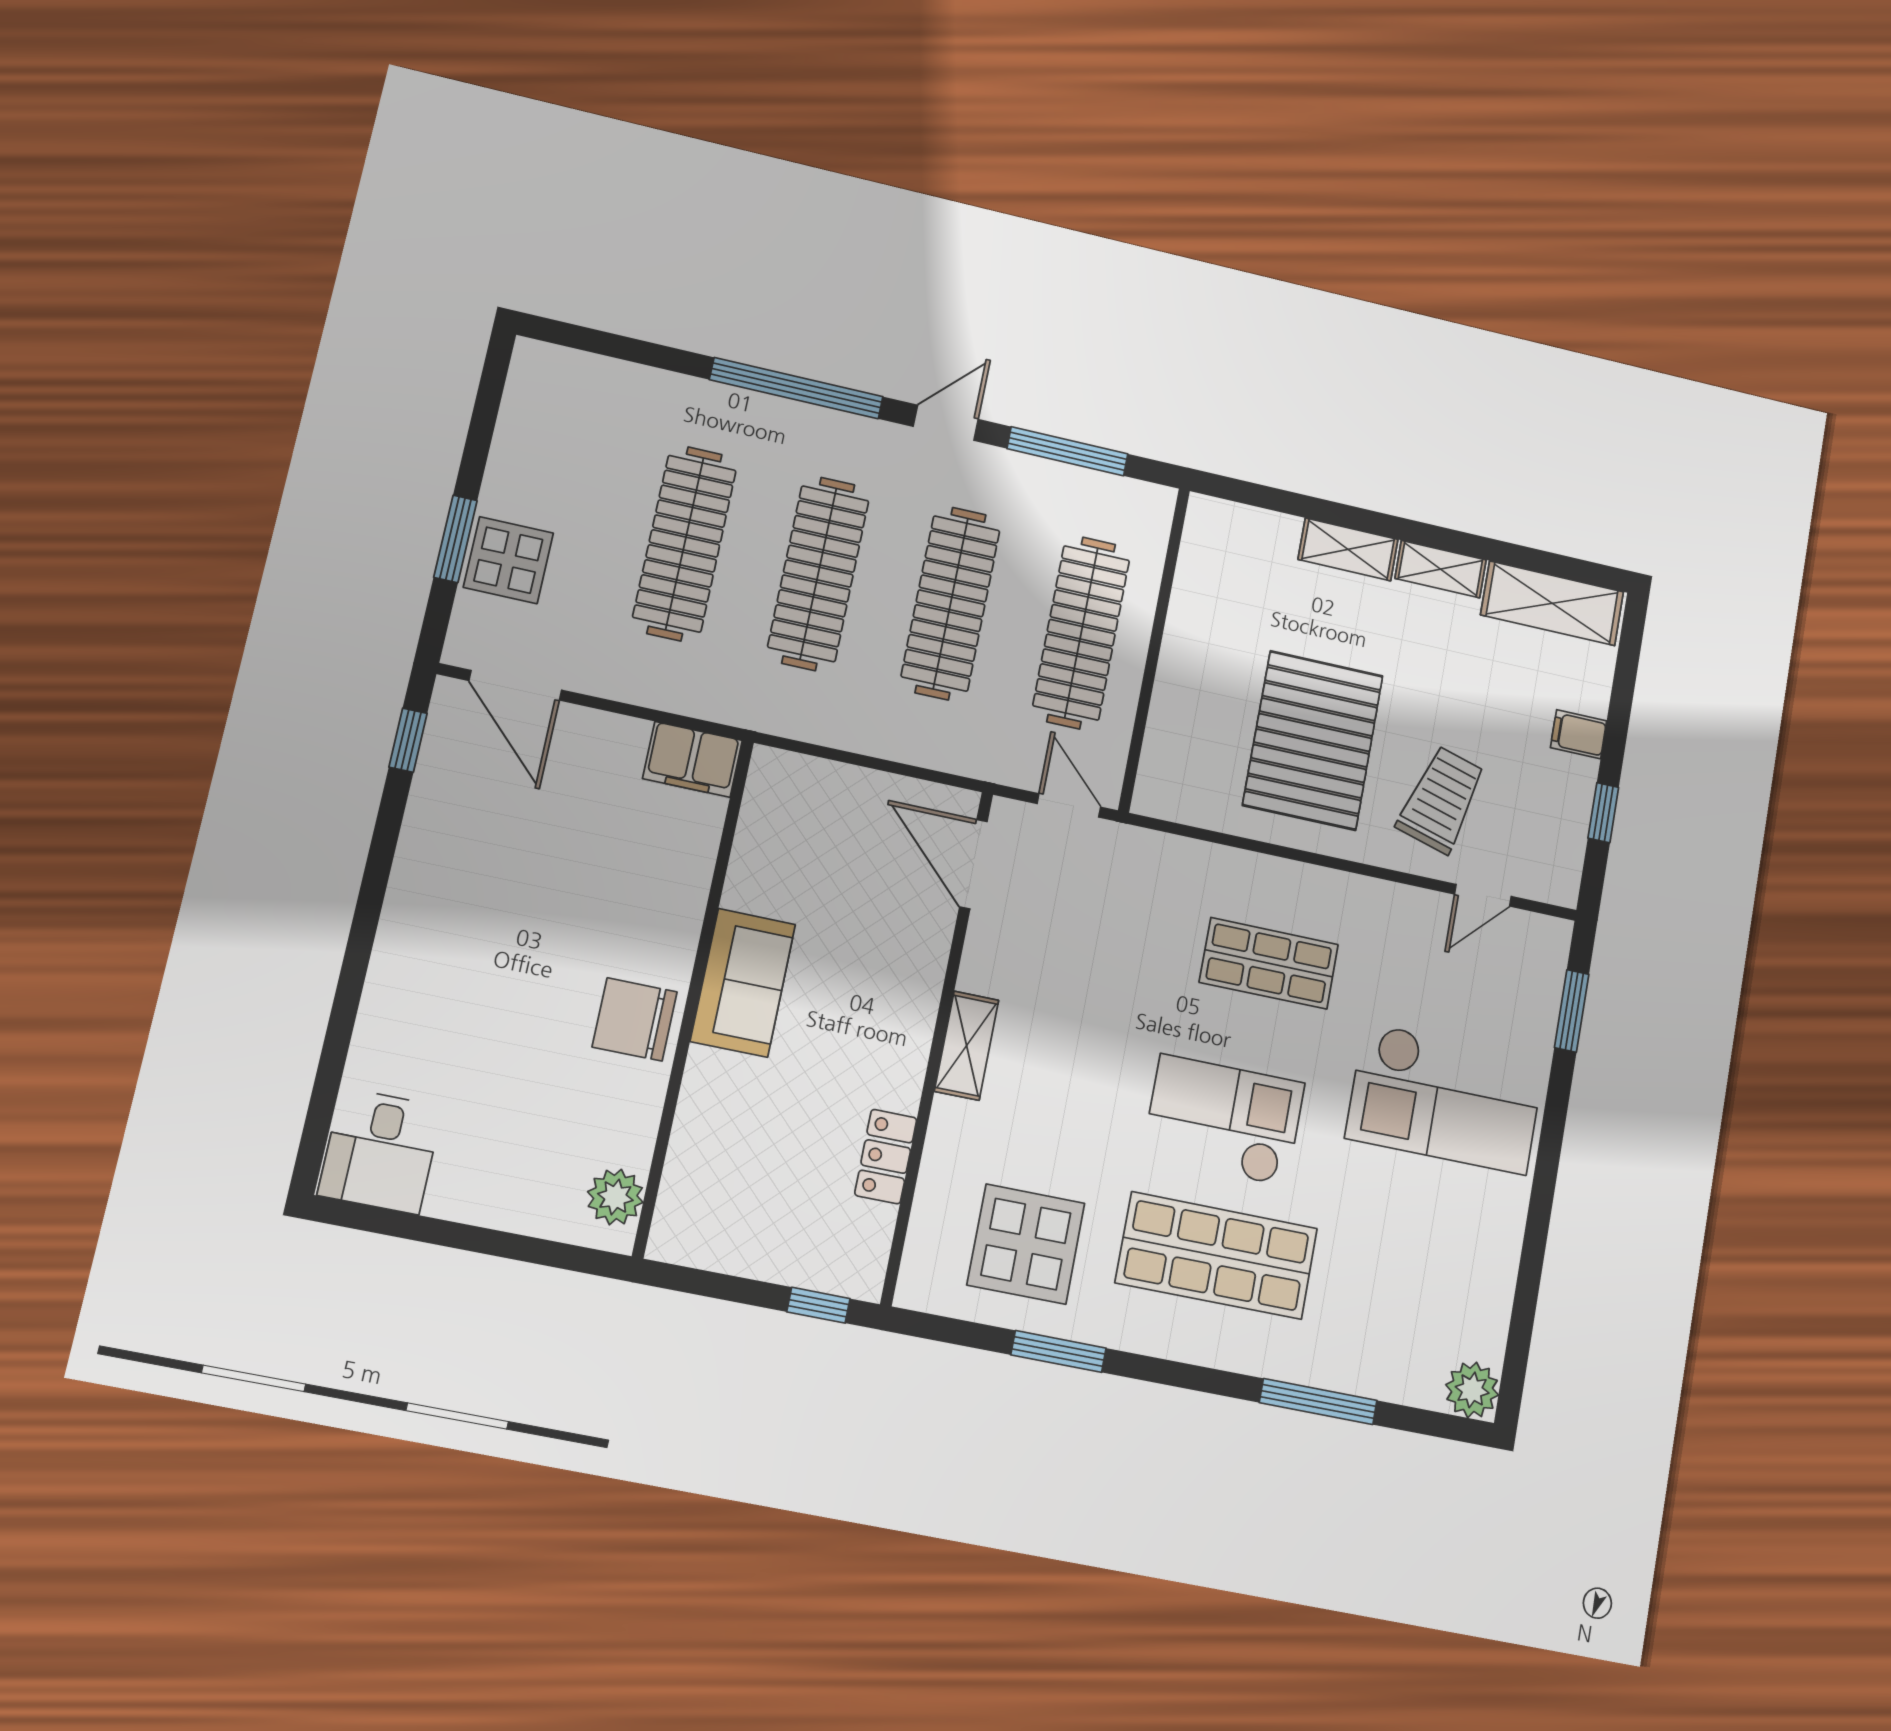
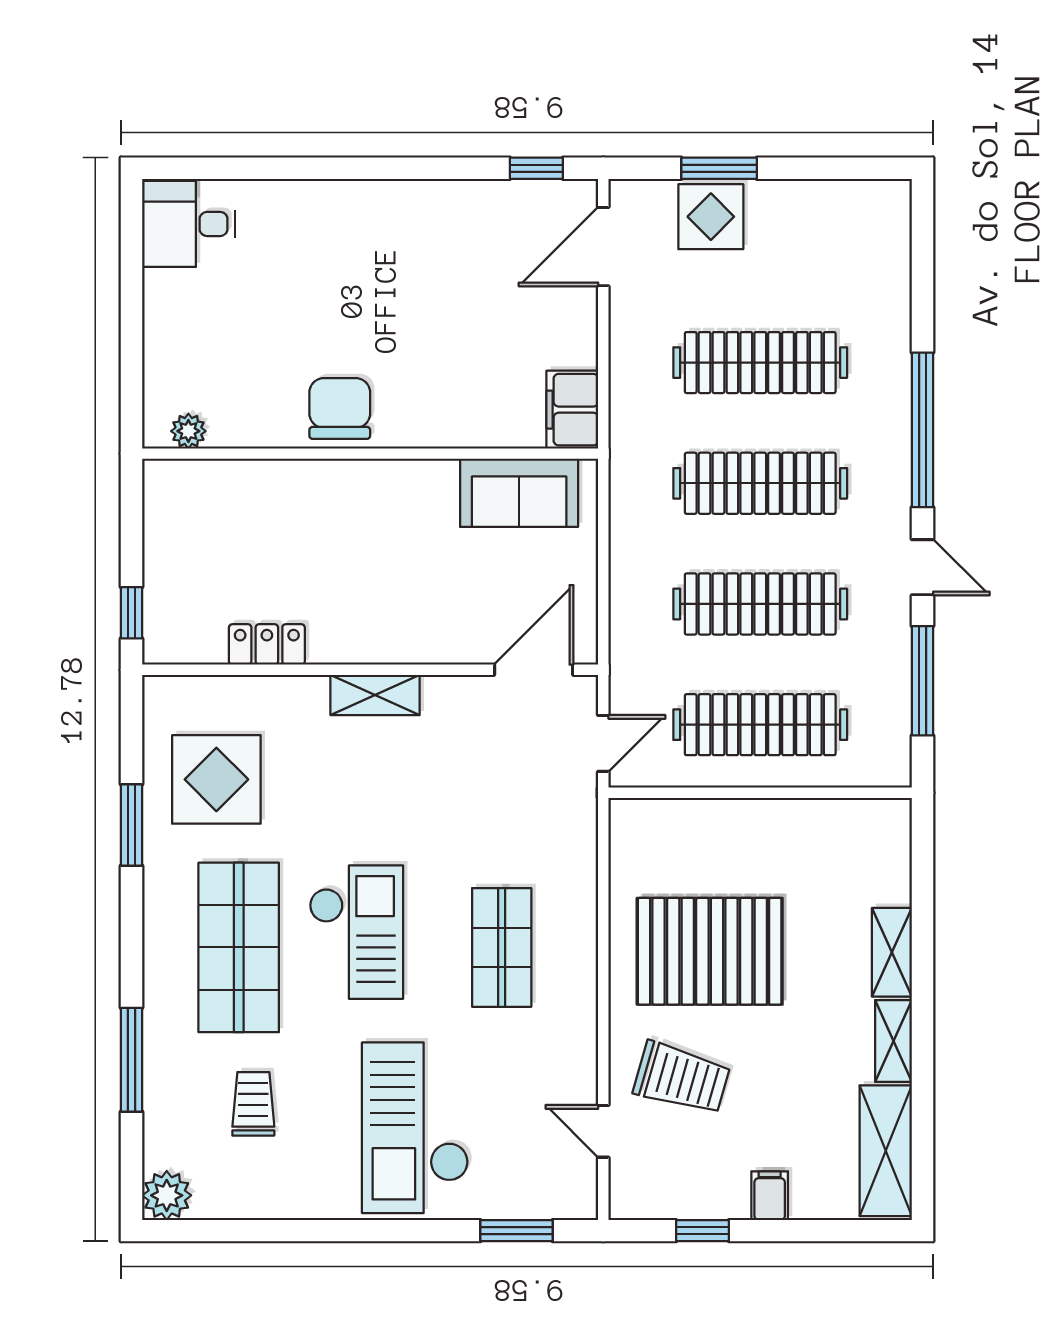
sofa: (743, 983) -> (519, 493), moved
plant: (615, 1197) -> (188, 431), width x0.73, depth x0.73
trolley: (1390, 1273) -> (253, 1104), added

